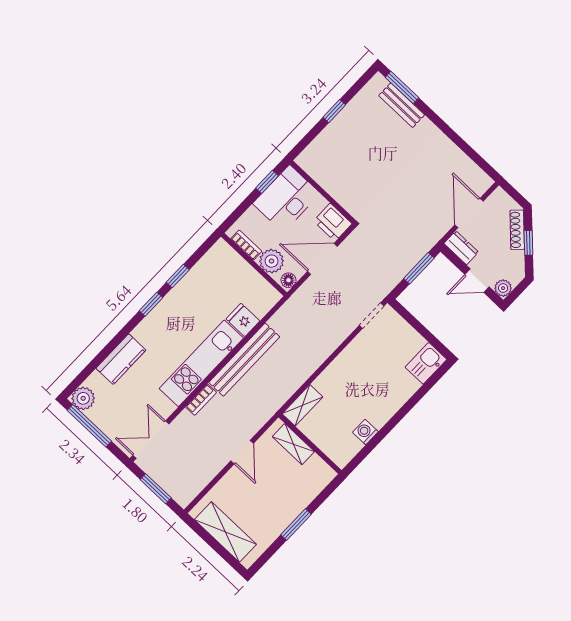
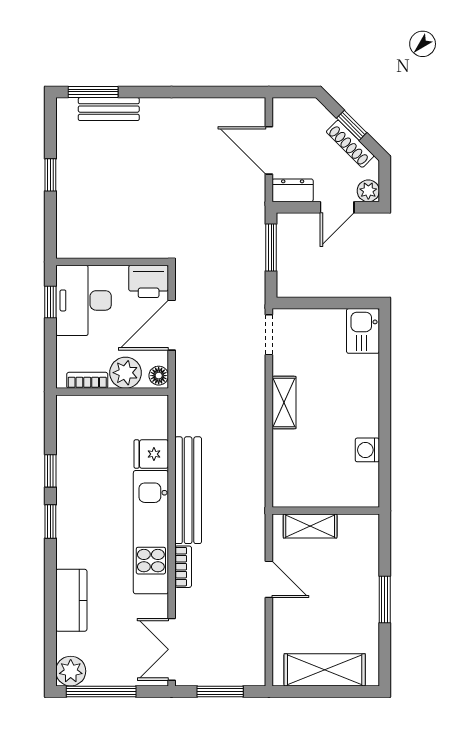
shoe rack: (517, 230) -> (350, 144), moved
shelving: (302, 405) -> (284, 403), moved

